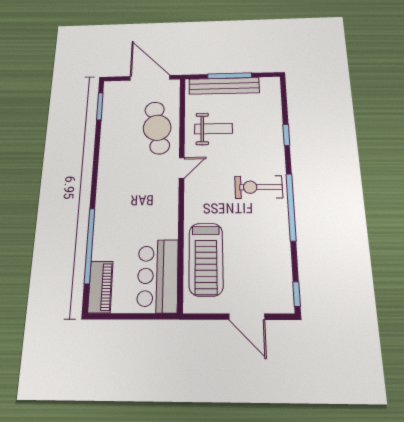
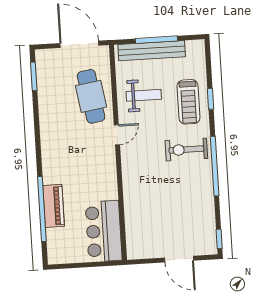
treadmill: (206, 259) -> (188, 102), moved, width x0.73, depth x0.73
piano: (100, 287) -> (54, 206), moved

